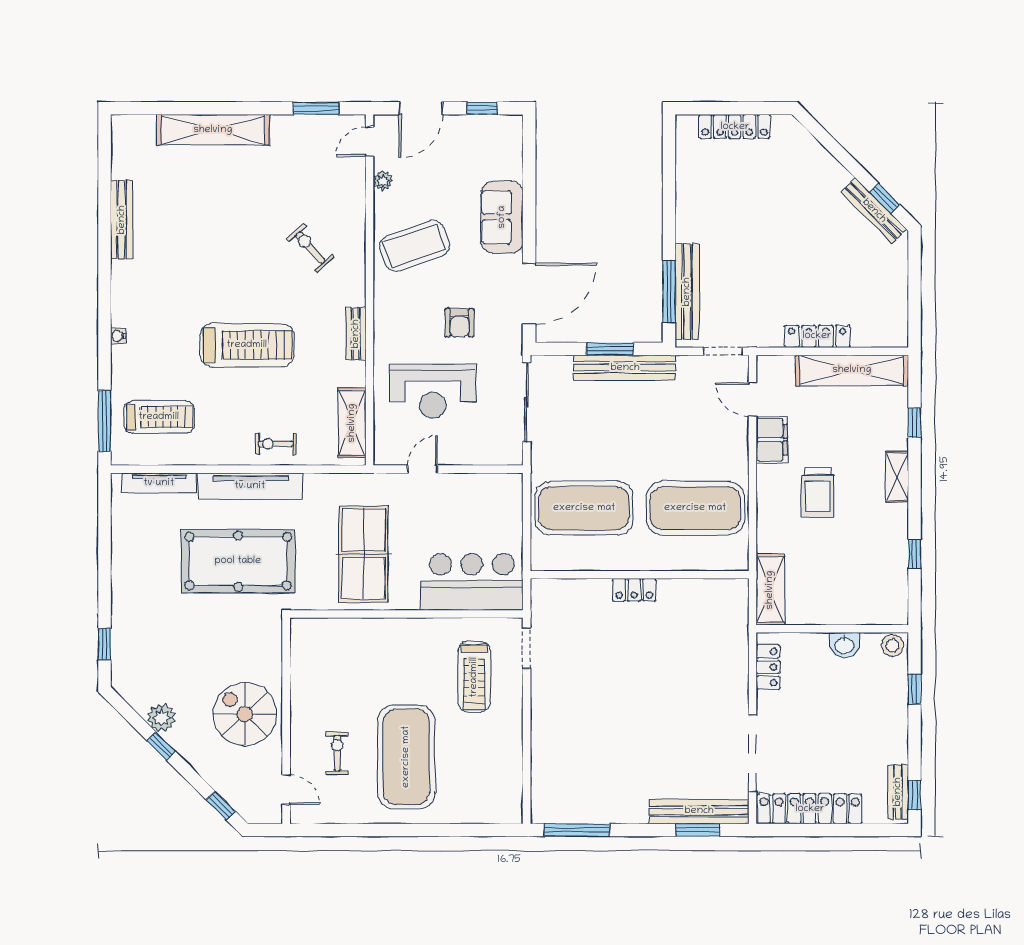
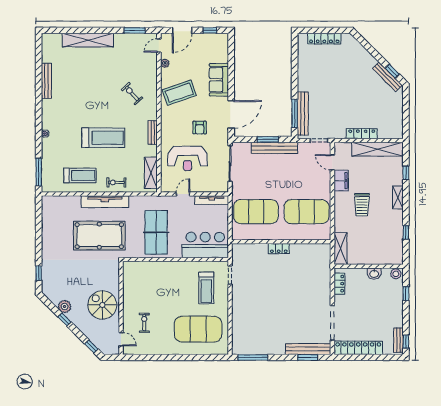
treadmill: (159, 417) -> (80, 175), moved
tv unit: (159, 483) -> (212, 200), moved
exercise mat: (406, 757) -> (198, 329), moved, turned 90

